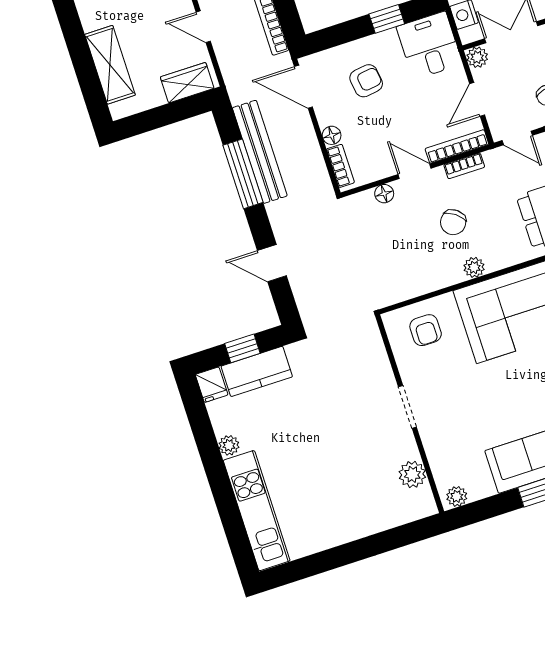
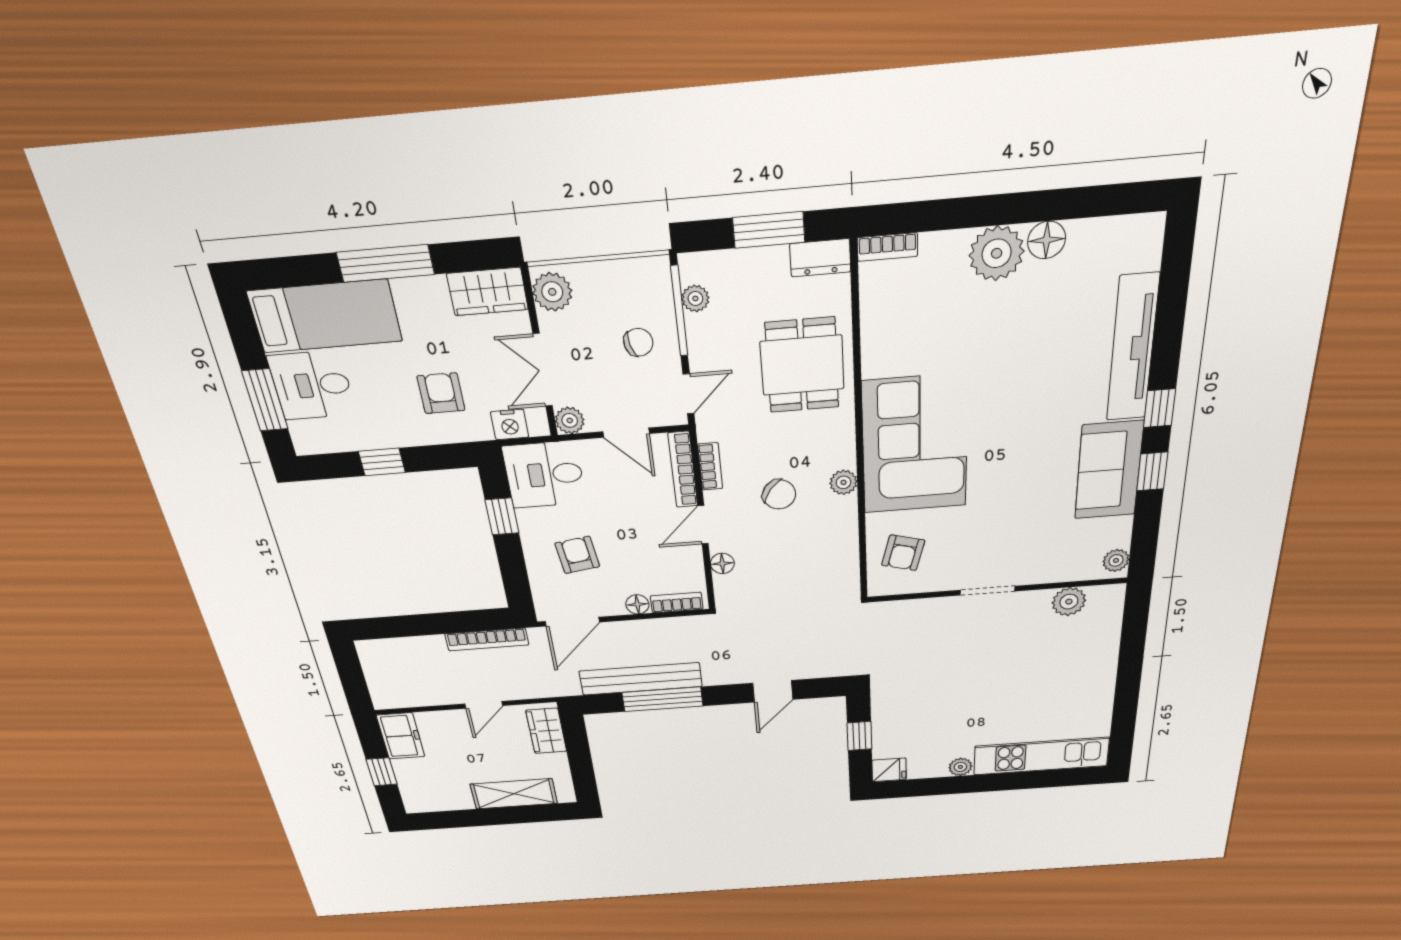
armchair: (426, 330) -> (903, 553), turned 105
kitchen counter: (257, 371) -> (890, 728), removed

